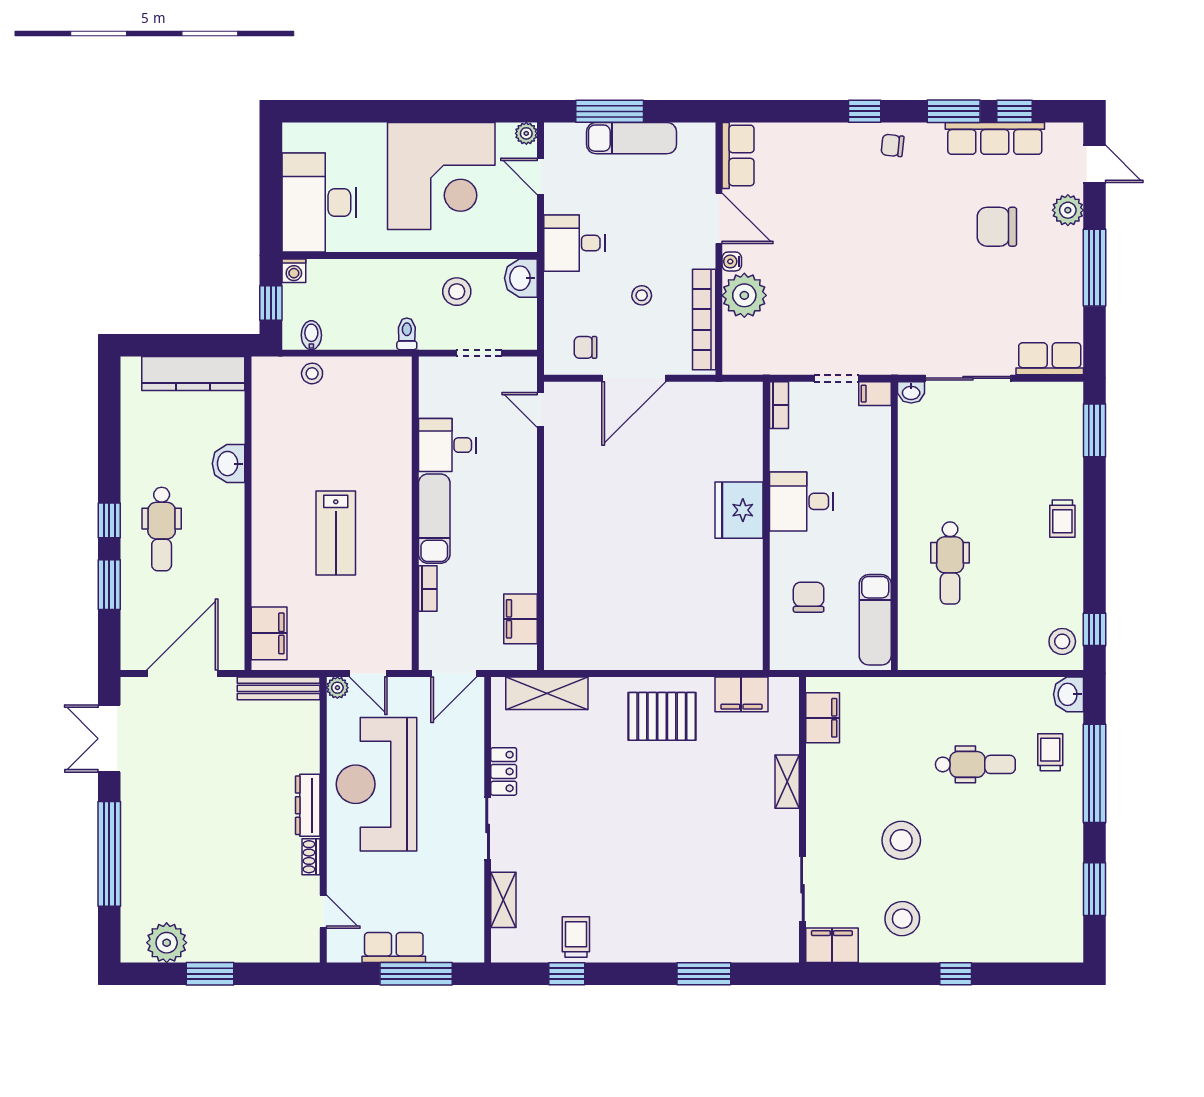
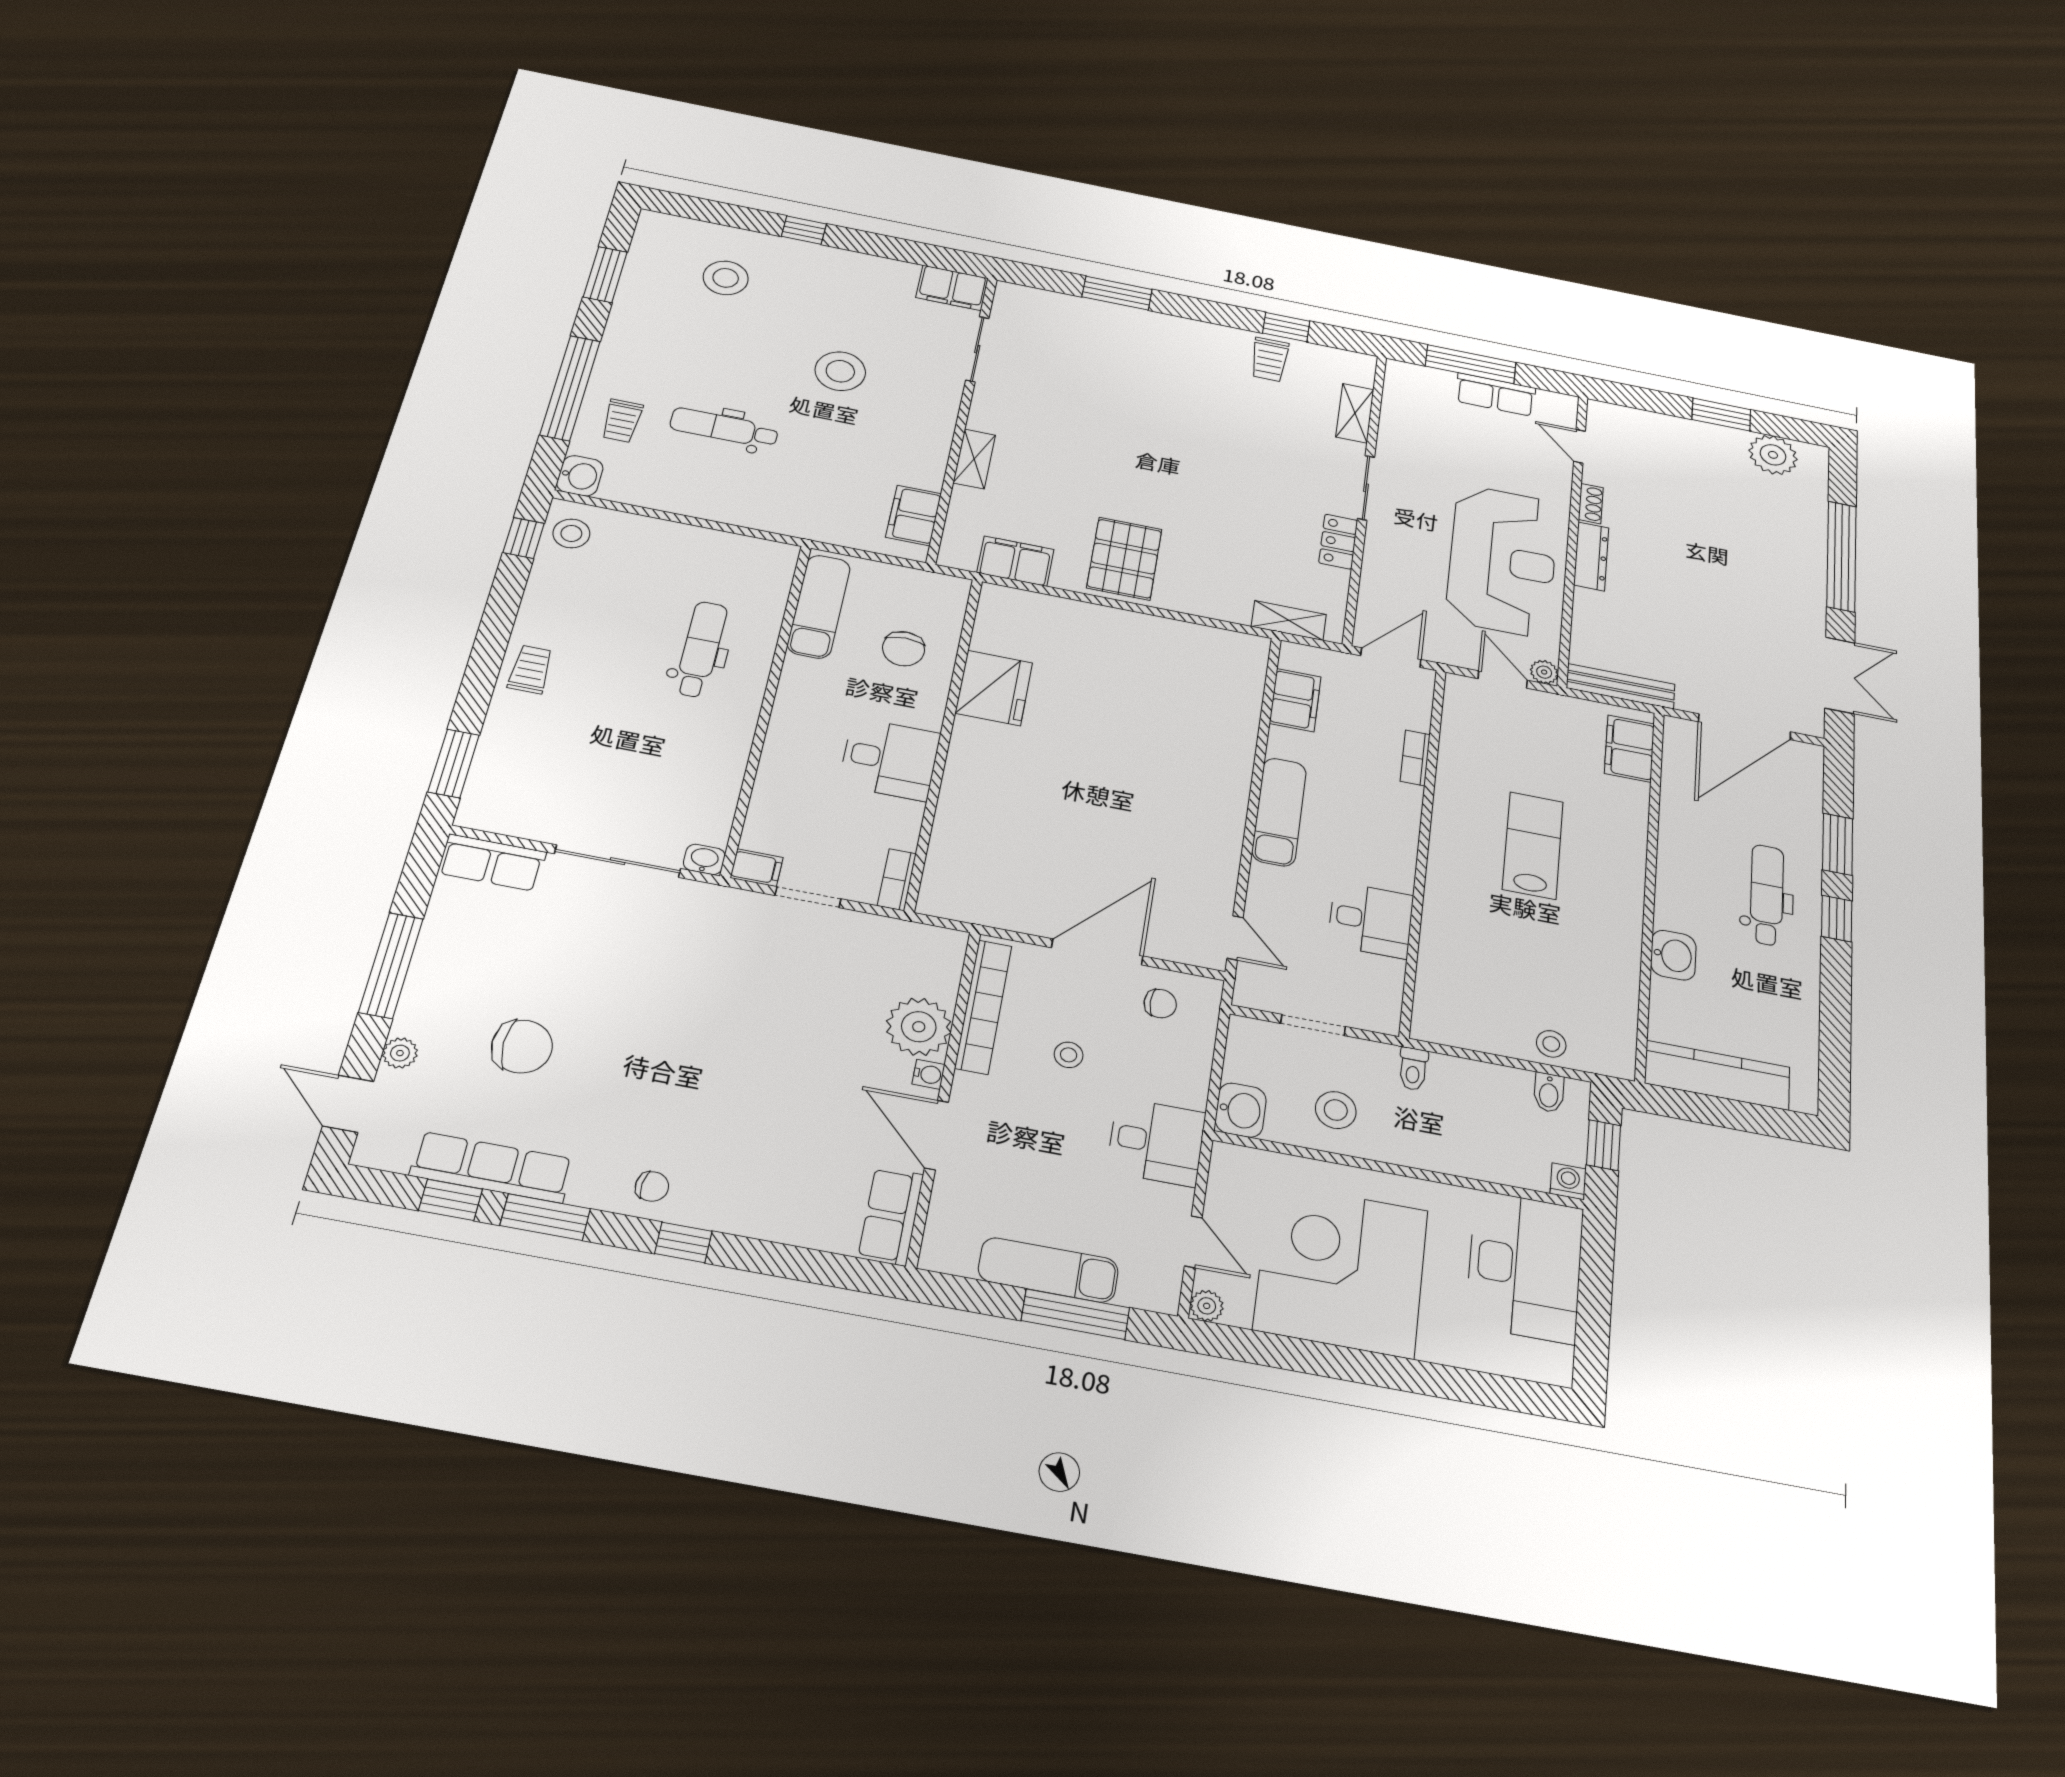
plant: (1068, 210) -> (400, 1053), width x0.73, depth x0.73
fridge: (739, 510) -> (994, 688), moved
exam couch: (434, 519) -> (1279, 812), moved, turned 180
shelving: (547, 693) -> (1289, 620), width x0.67, depth x0.75
pallet: (662, 716) -> (1124, 559), turned 90
stool: (902, 919) -> (726, 278), moved

